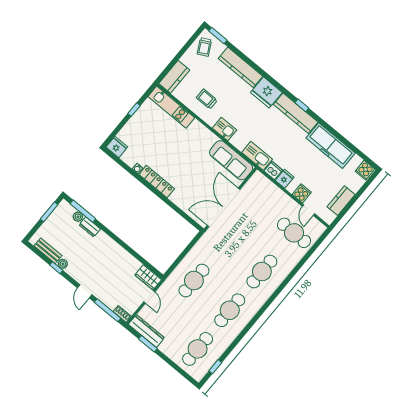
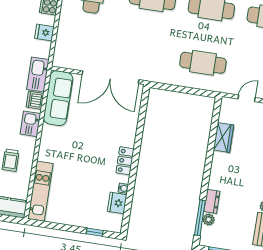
window: (134, 110) -> (95, 232), moved
fridge: (117, 147) -> (117, 203), moved
dishwasher: (273, 171) -> (35, 100), moved
locker: (157, 182) -> (125, 161), width x0.66
wardrobe: (148, 277) -> (223, 137), moved

